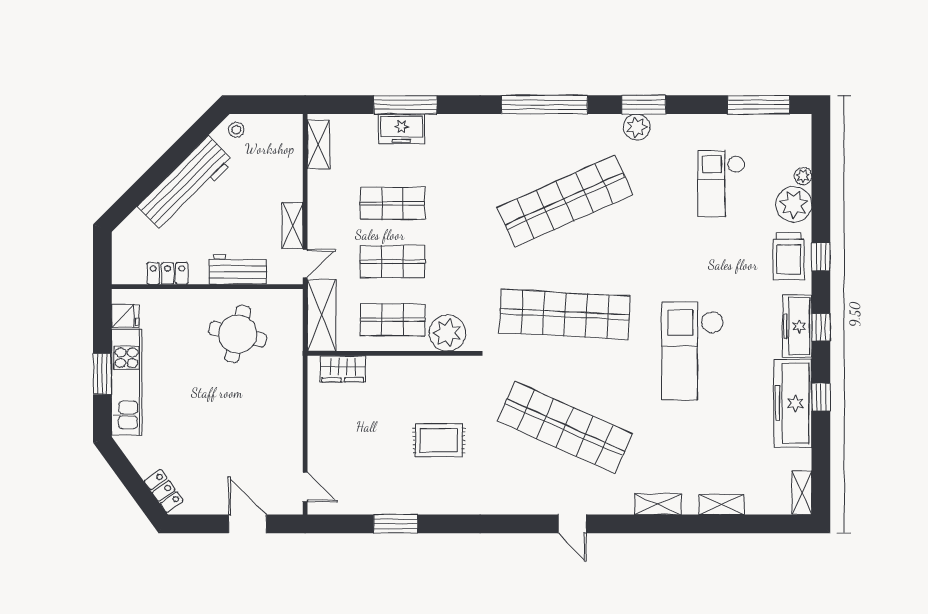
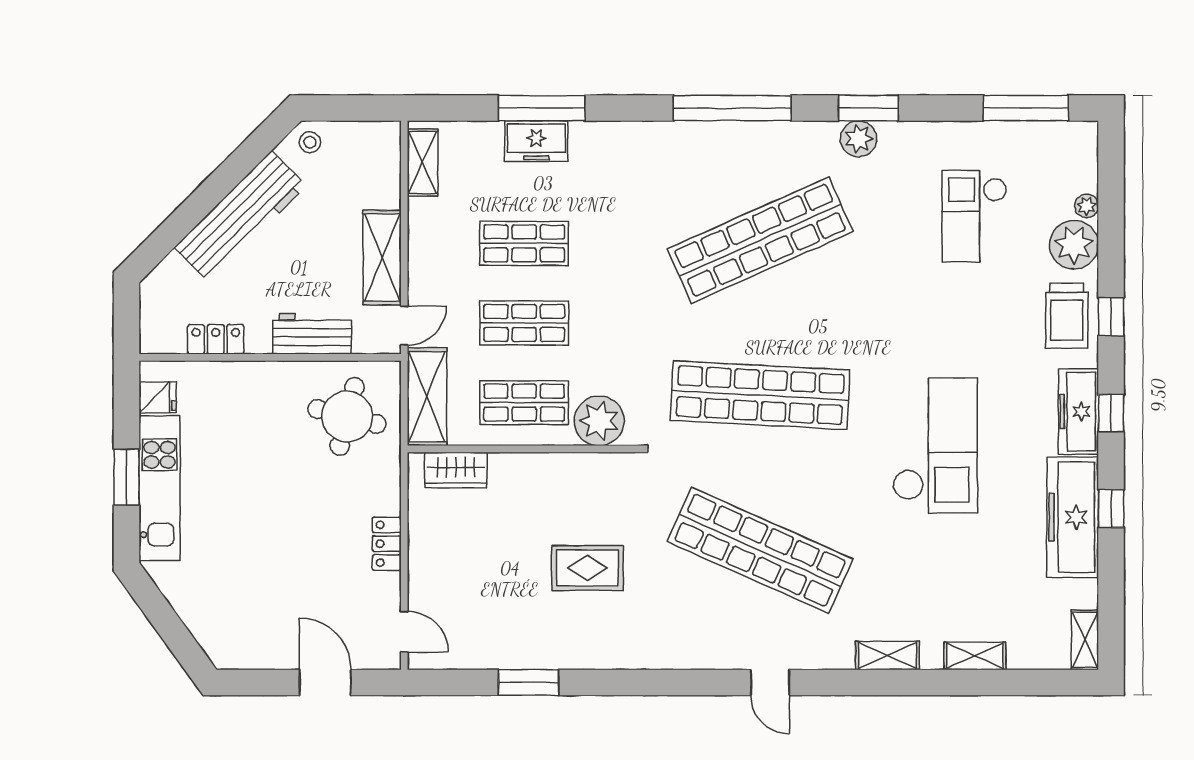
shelving: (292, 225) -> (382, 258), width x1.50, depth x1.33
round table: (238, 334) -> (347, 416), moved
checkout: (693, 351) -> (935, 446), turned 180
locker: (164, 491) -> (387, 544), moved, turned -144

